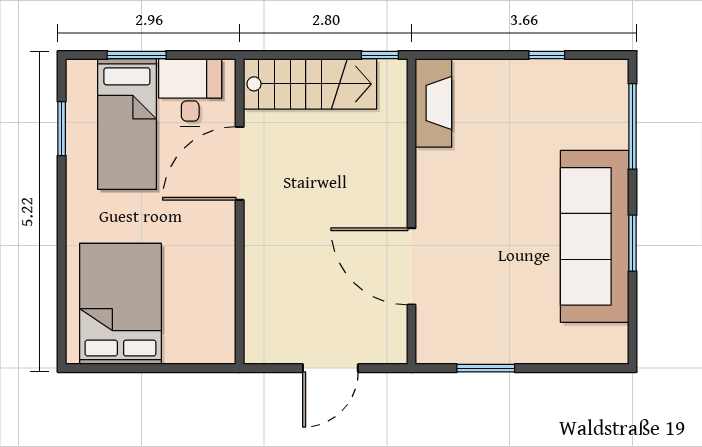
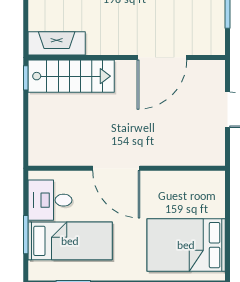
stairs: (310, 84) -> (71, 76), moved, turned 90
door: (240, 163) -> (116, 168), moved

